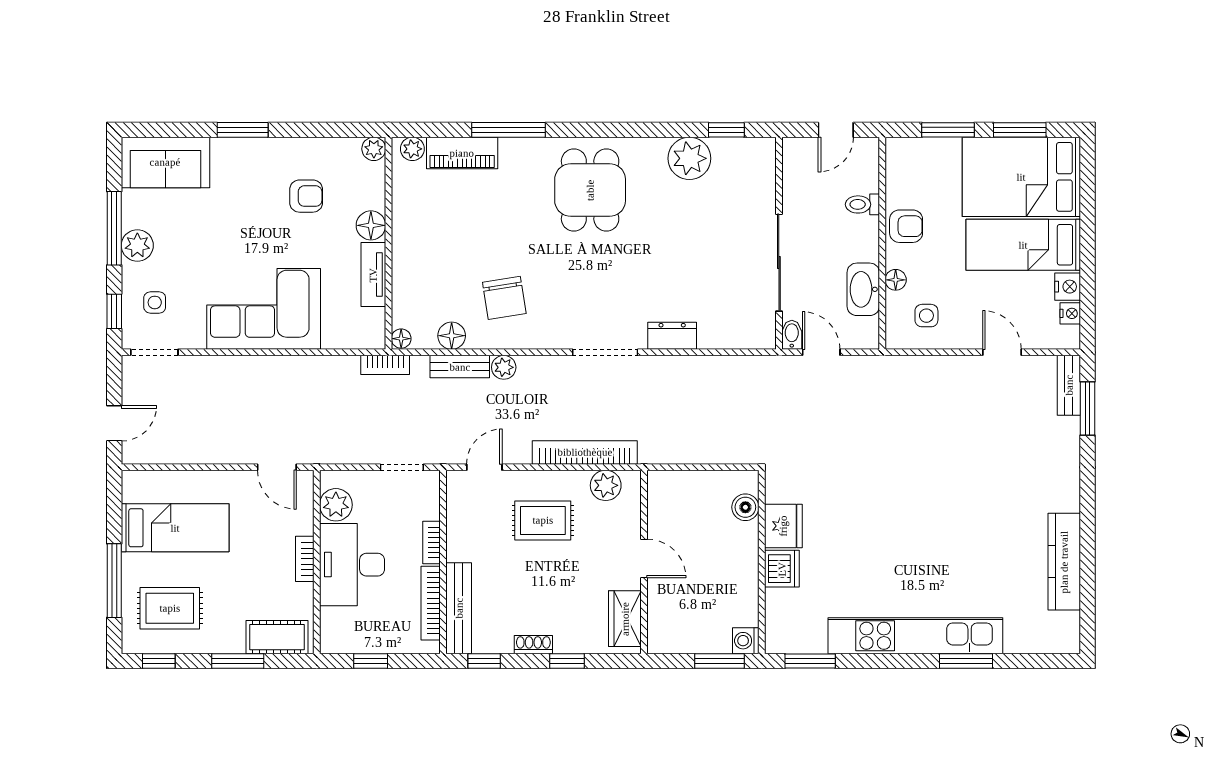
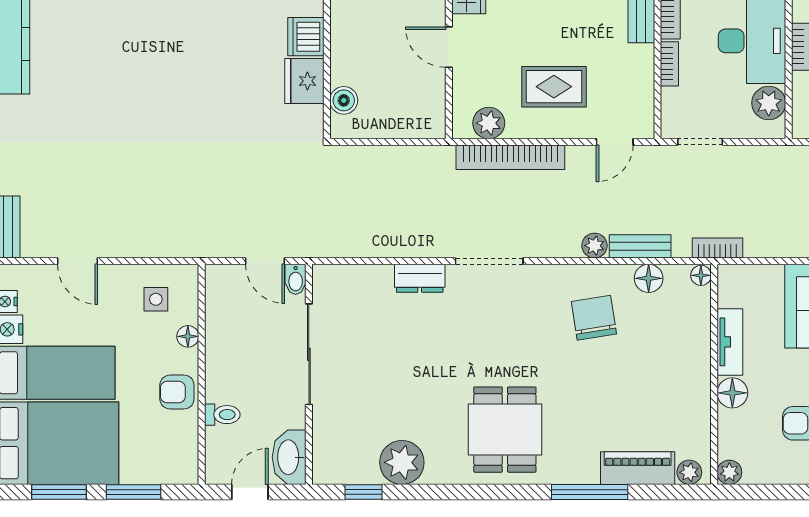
washbasin: (863, 289) -> (289, 457), moved, turned 180

